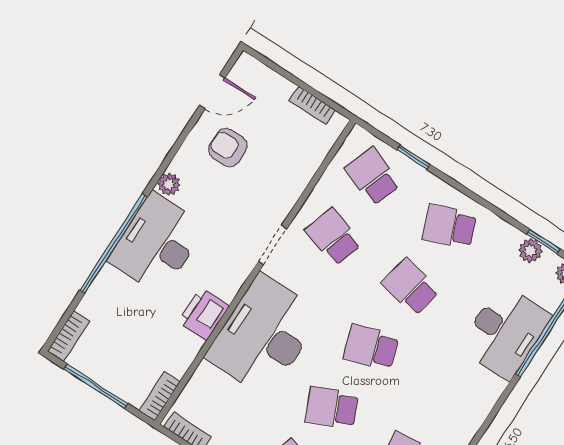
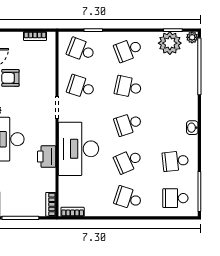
plant: (530, 251) -> (170, 43), width x1.87, depth x1.87
desk: (505, 332) -> (182, 80), removed
washbasin: (472, 421) -> (192, 128), added

